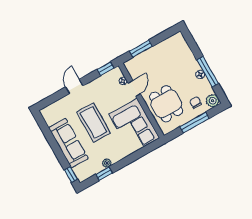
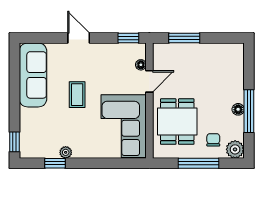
door: (74, 86) -> (79, 38), hinge flipped
coffee table: (94, 123) -> (77, 95), width x0.54, depth x0.58
sofa: (68, 143) -> (33, 75), moved

